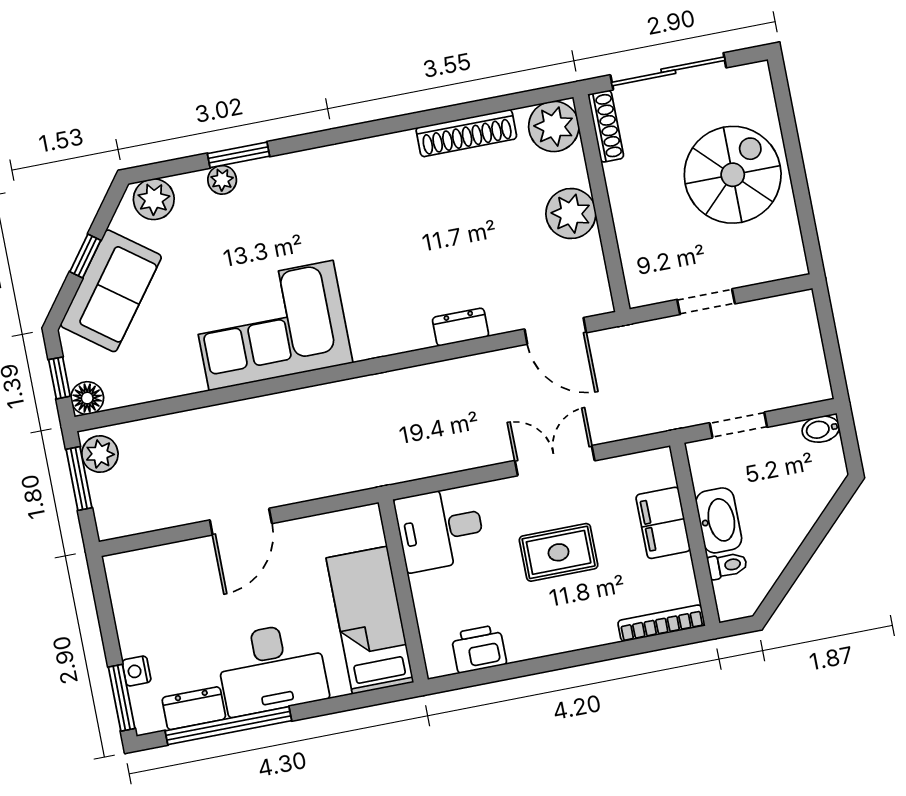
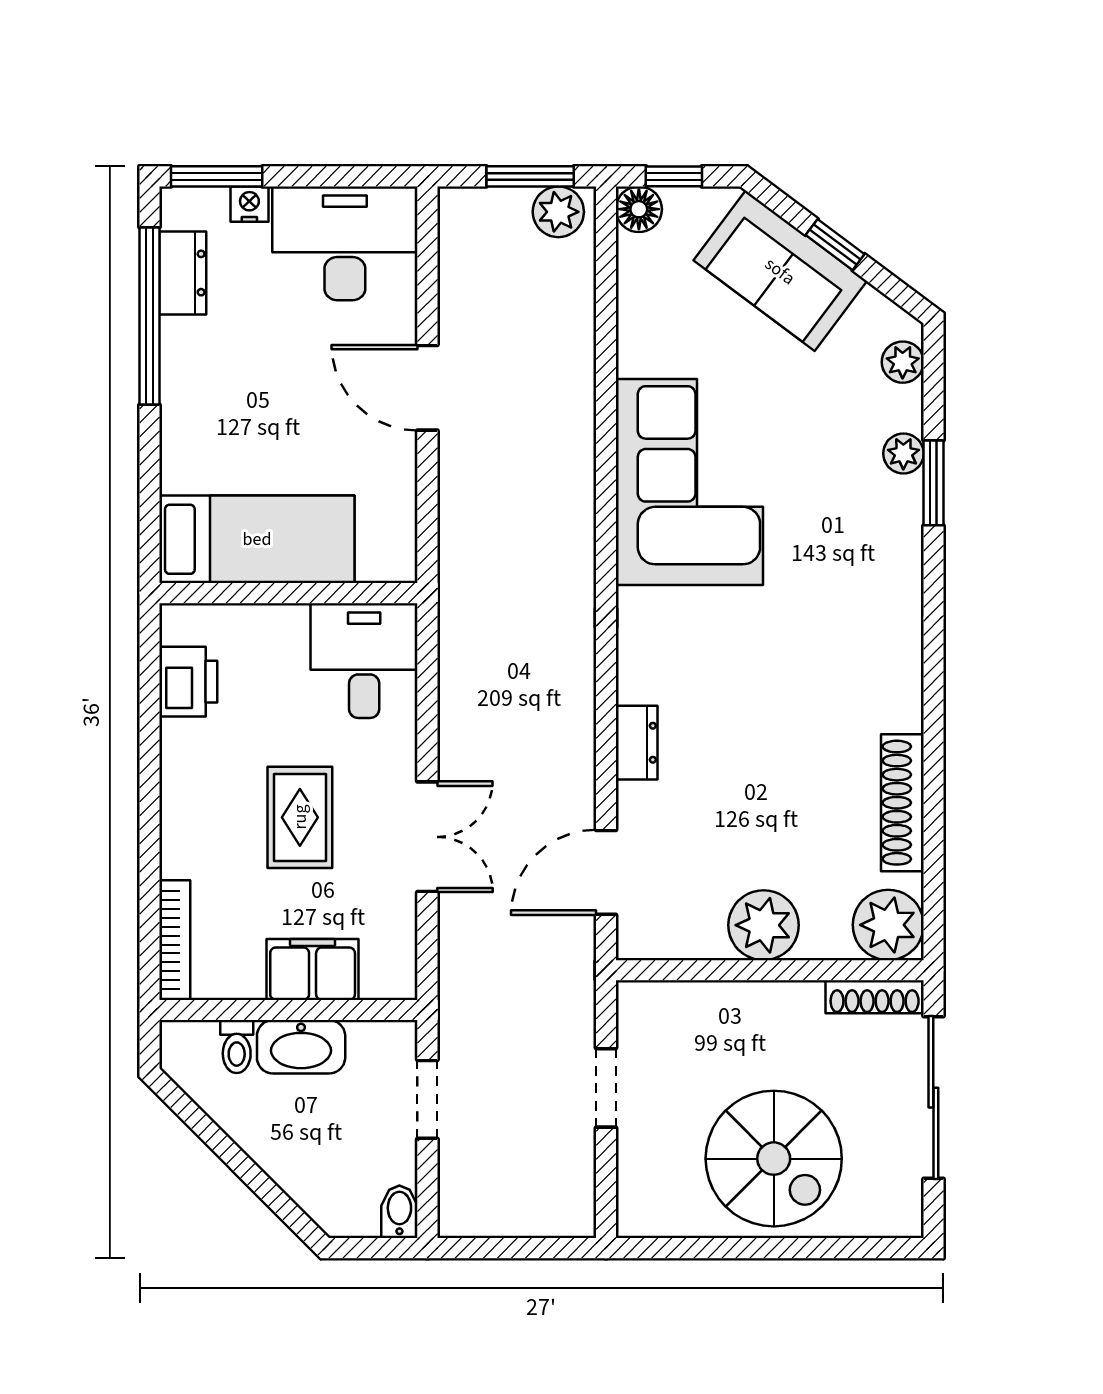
plant: (154, 199) -> (903, 362), width x0.73, depth x0.73
desk: (272, 669) -> (345, 243), moved, turned 90

